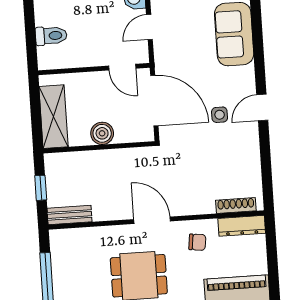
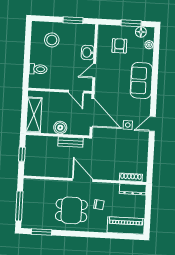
bench: (70, 215) -> (71, 142), moved
chair: (197, 242) -> (99, 205), moved

